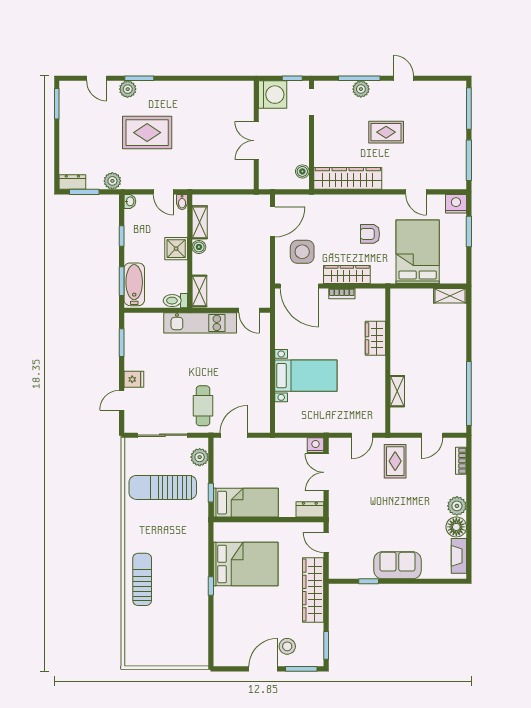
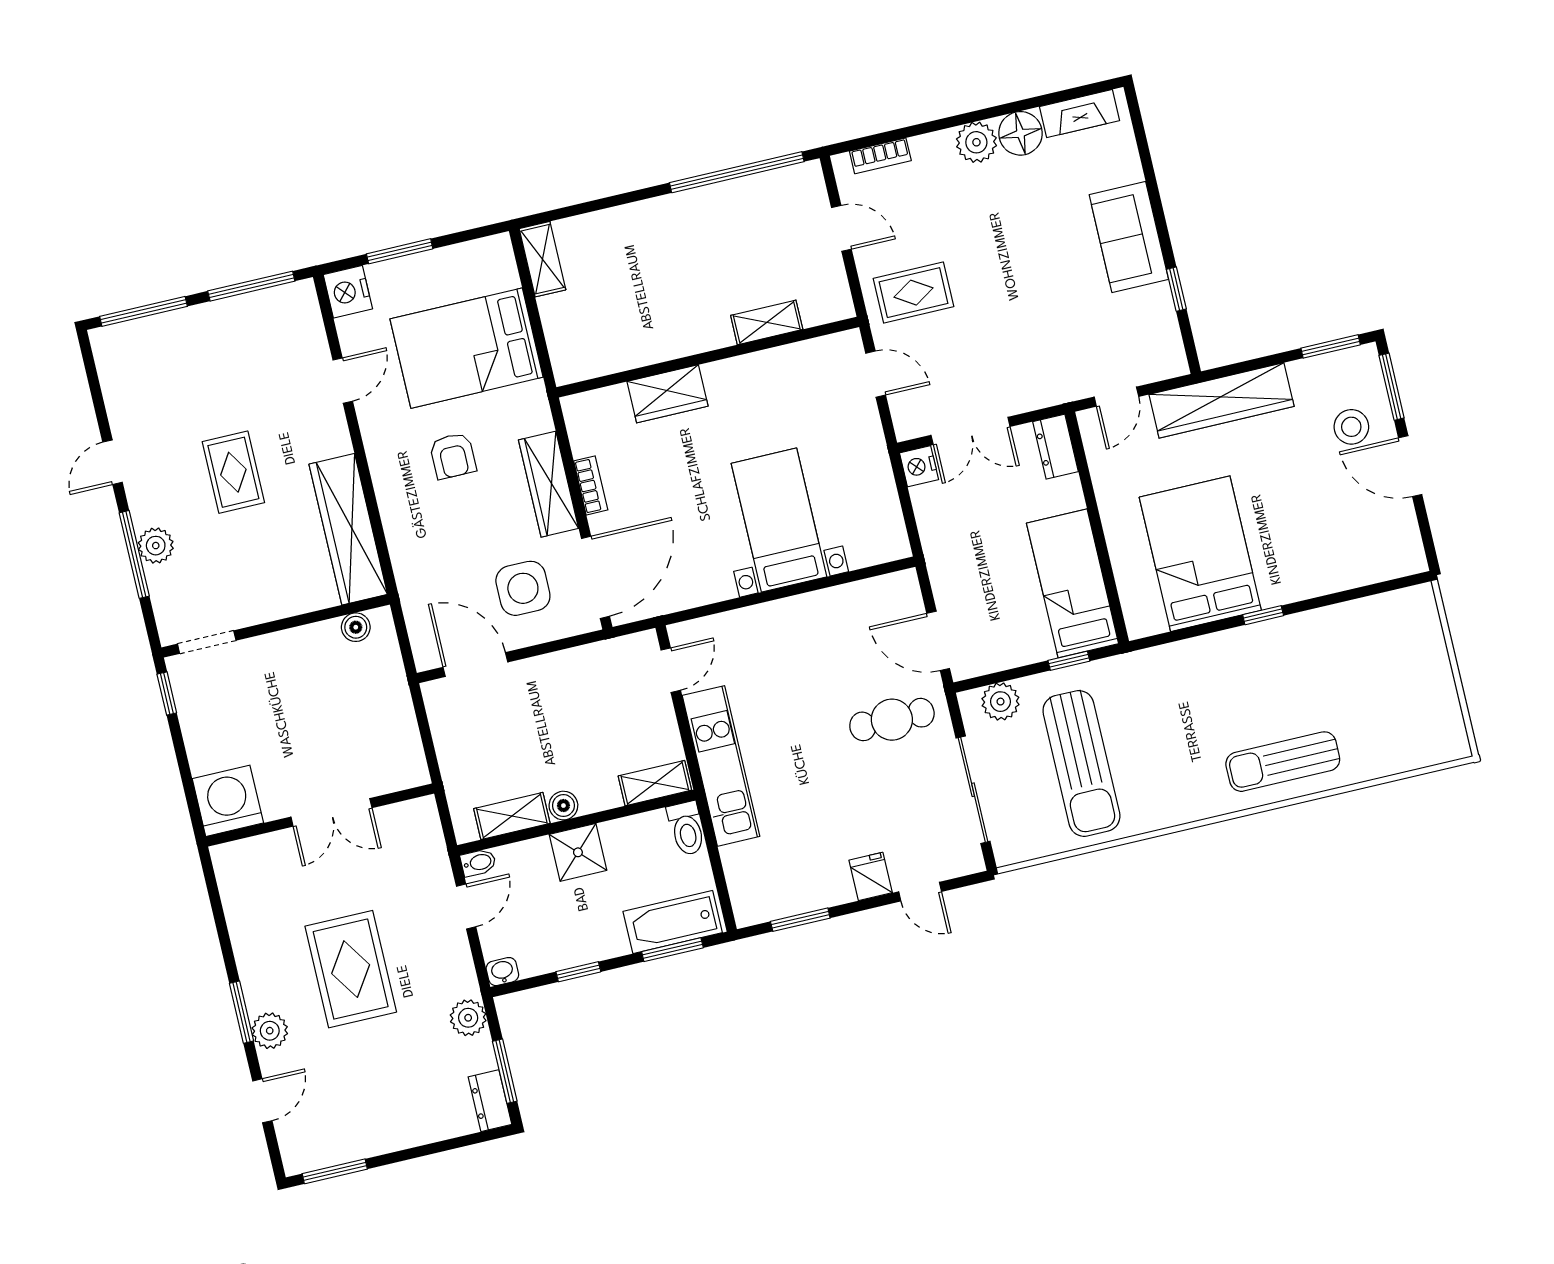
washing machine: (273, 95) -> (228, 801), moved
wall: (256, 135) -> (320, 815), moved
double door: (256, 141) -> (331, 812), moved

